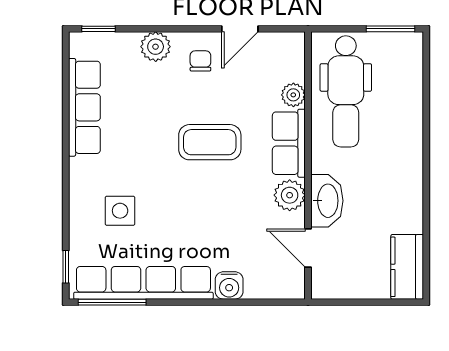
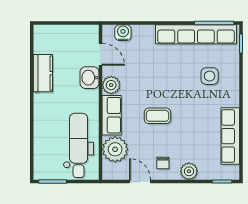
door: (240, 29) -> (140, 182), hinge flipped
plant: (293, 95) -> (115, 149), width x1.88, depth x1.88
coffee table: (210, 142) -> (157, 116), width x0.73, depth x0.77
washbasin: (327, 201) -> (90, 78), width x0.72
kitchen counter: (407, 267) -> (43, 73), moved
water cooler: (229, 285) -> (123, 33), moved

